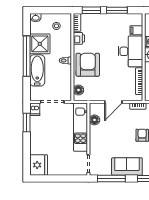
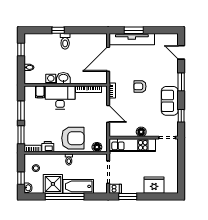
window: (46, 10) -> (21, 178), added
armchair: (88, 65) -> (73, 138), turned 180
floor lamp: (94, 120) -> (141, 132), moved
fridge: (39, 165) -> (154, 185), moved
window: (111, 178) -> (181, 116), width x0.46

